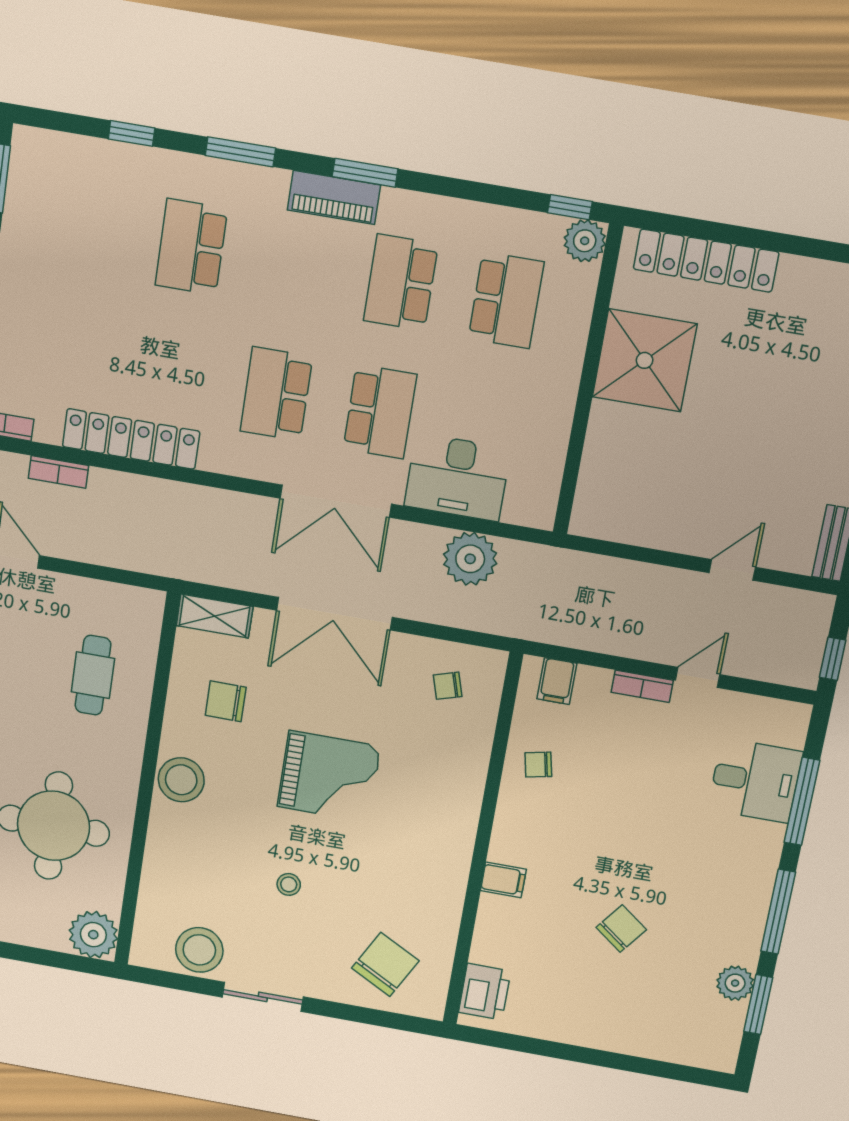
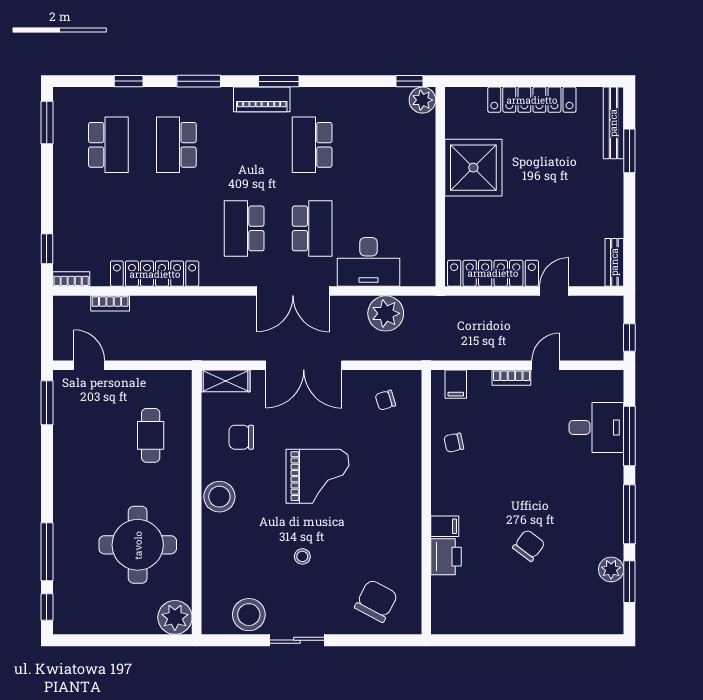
locker: (706, 261) -> (532, 100), moved
school desk: (506, 300) -> (108, 145), moved
locker: (644, 527) -> (493, 273), added
printer: (485, 992) -> (446, 557), moved

